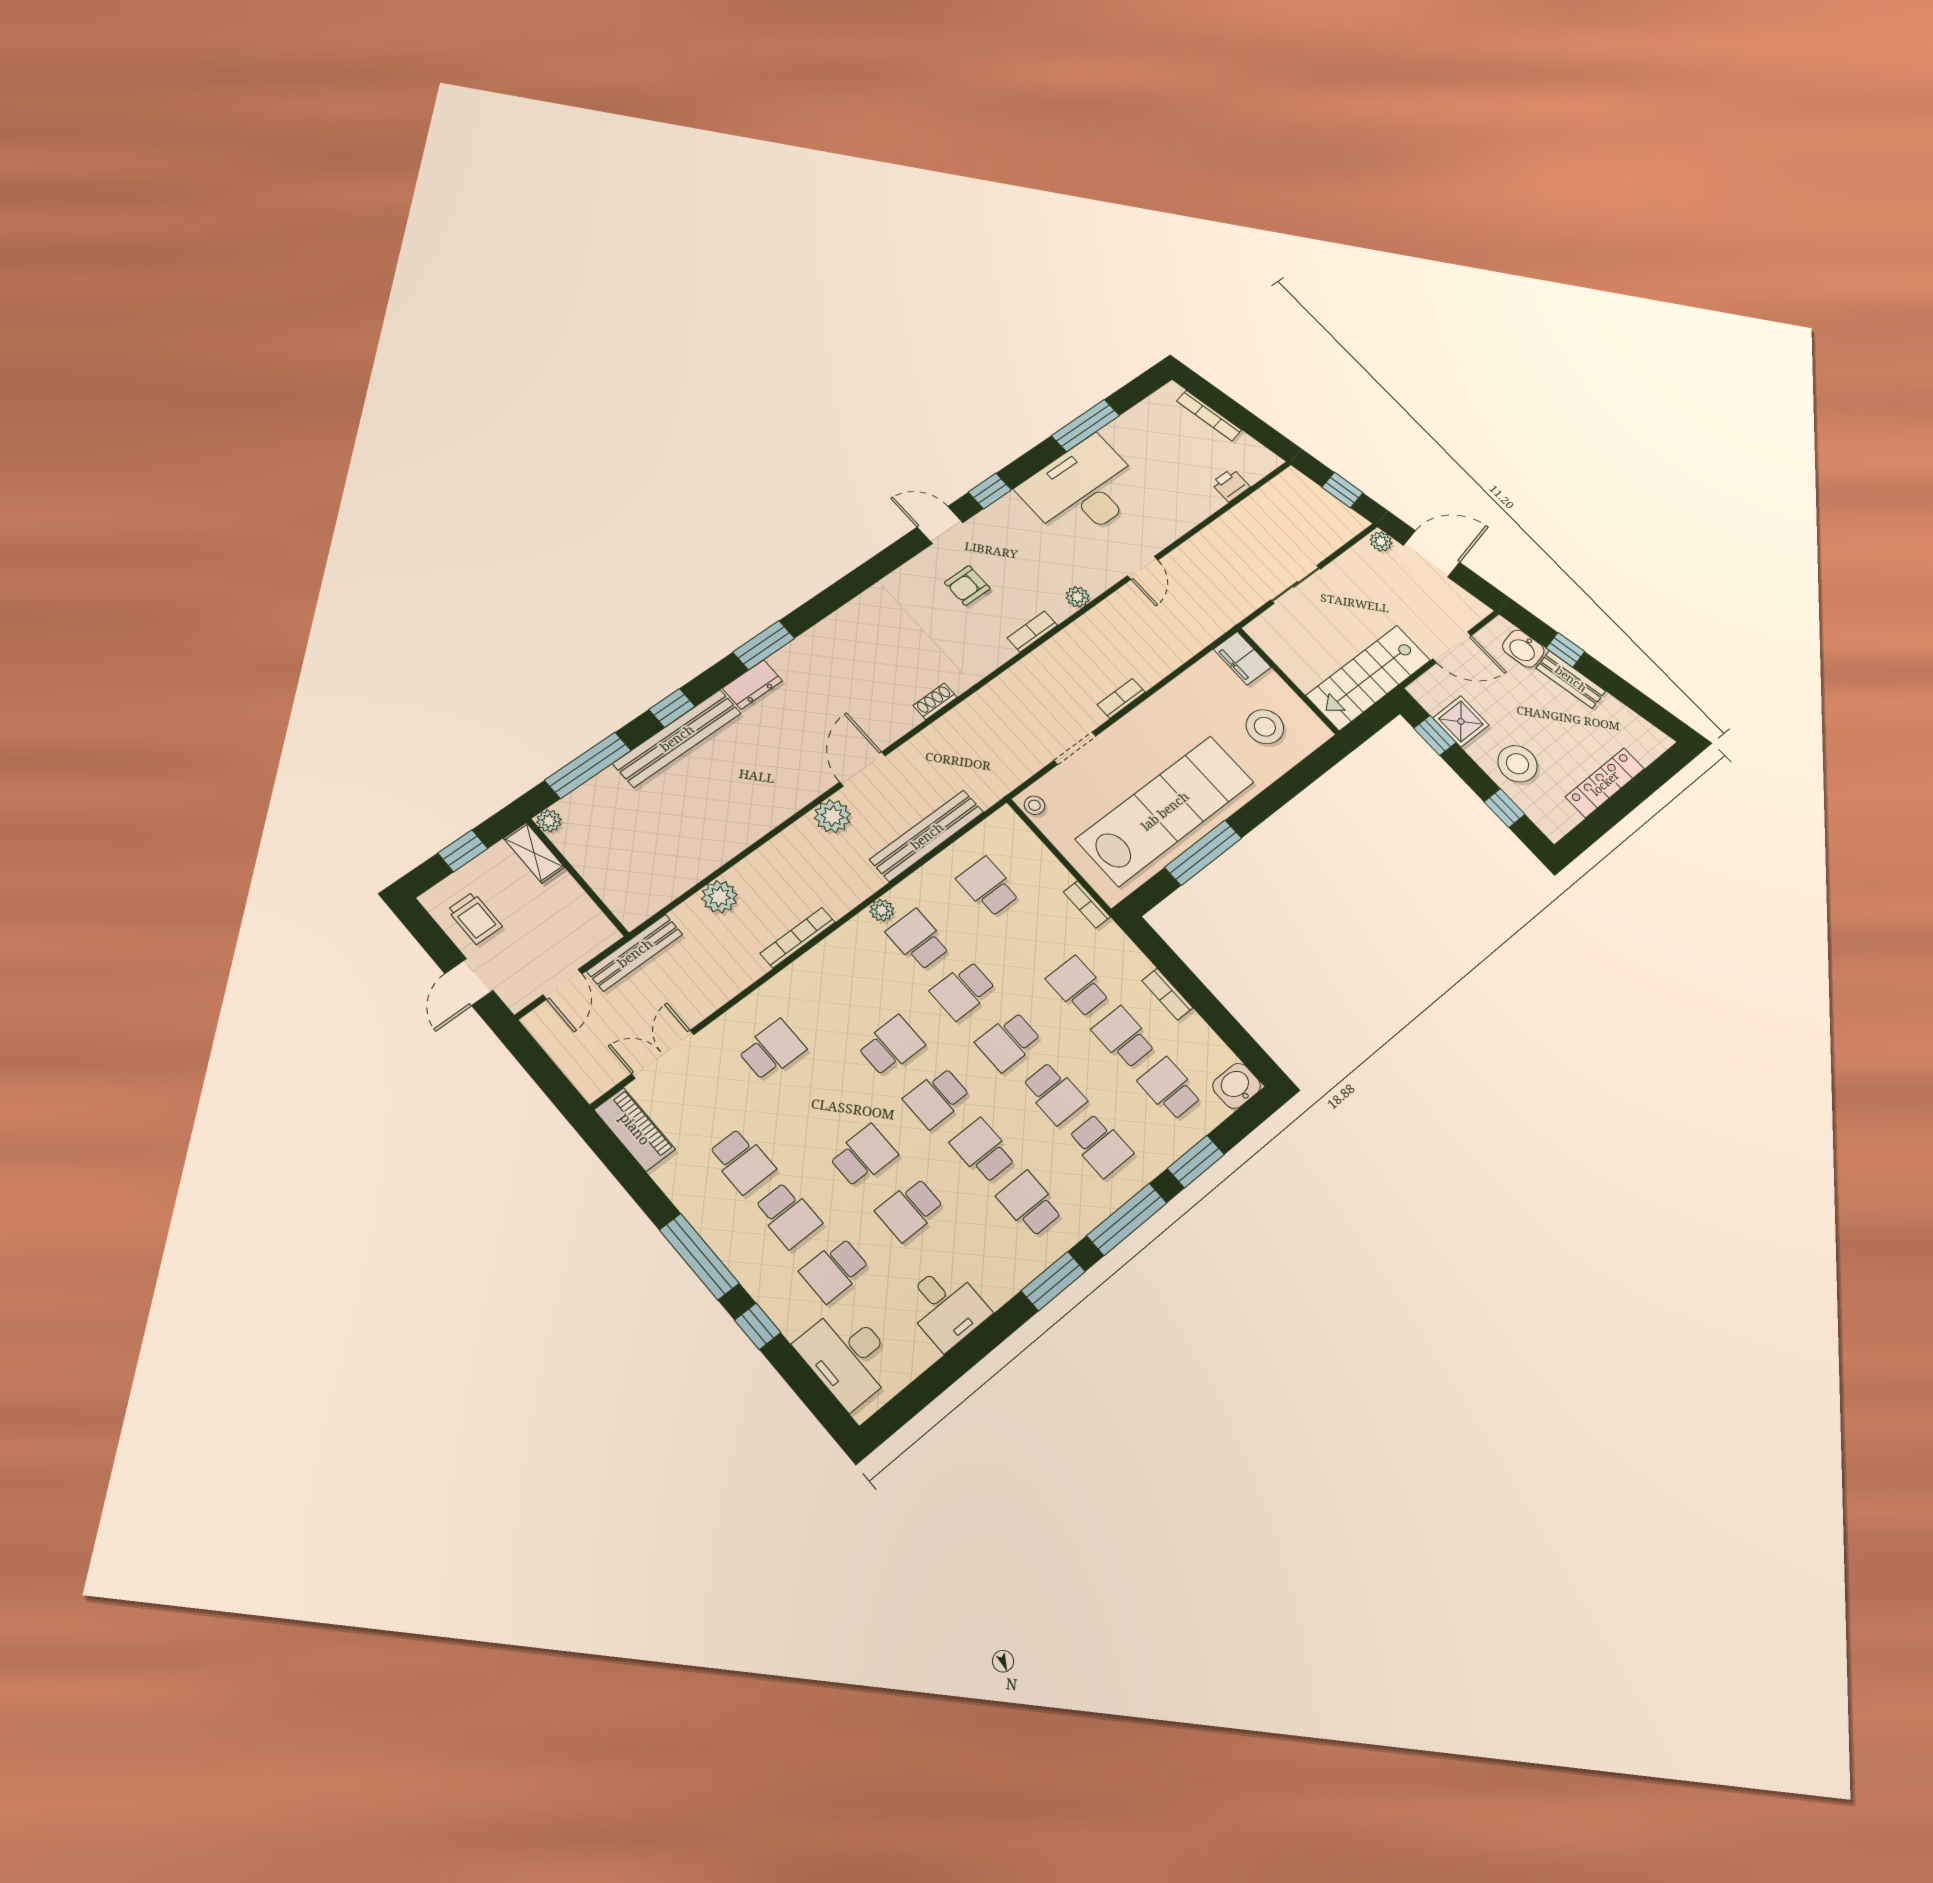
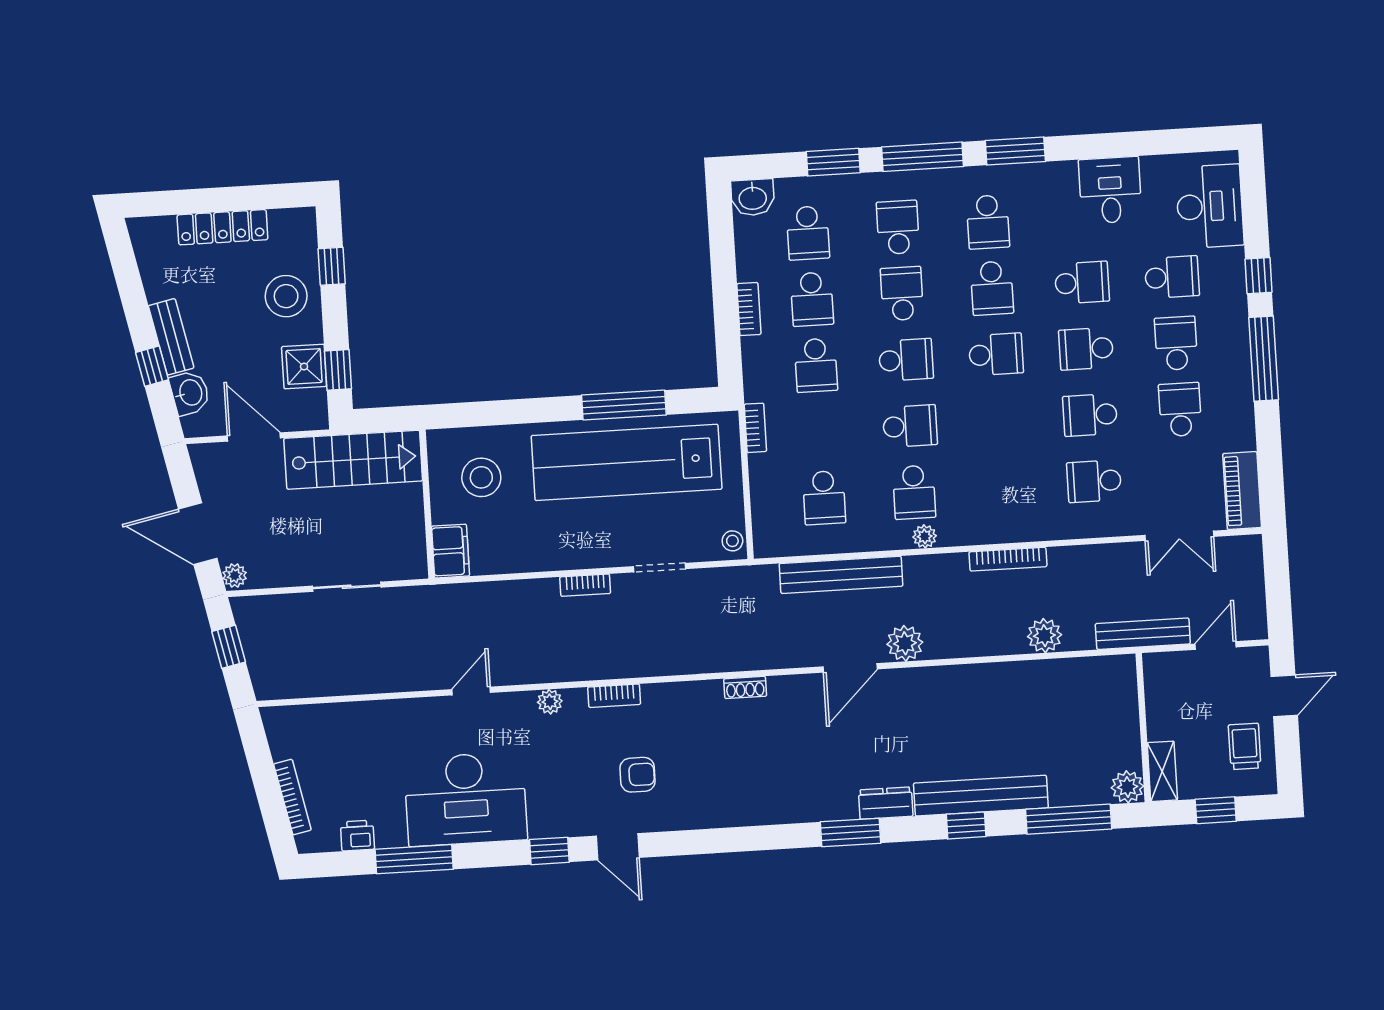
printer: (1230, 485) -> (357, 835), moved, turned 180
plant: (549, 821) -> (1127, 787), width x1.38, depth x1.38
school desk: (891, 1046) -> (1090, 415), moved

